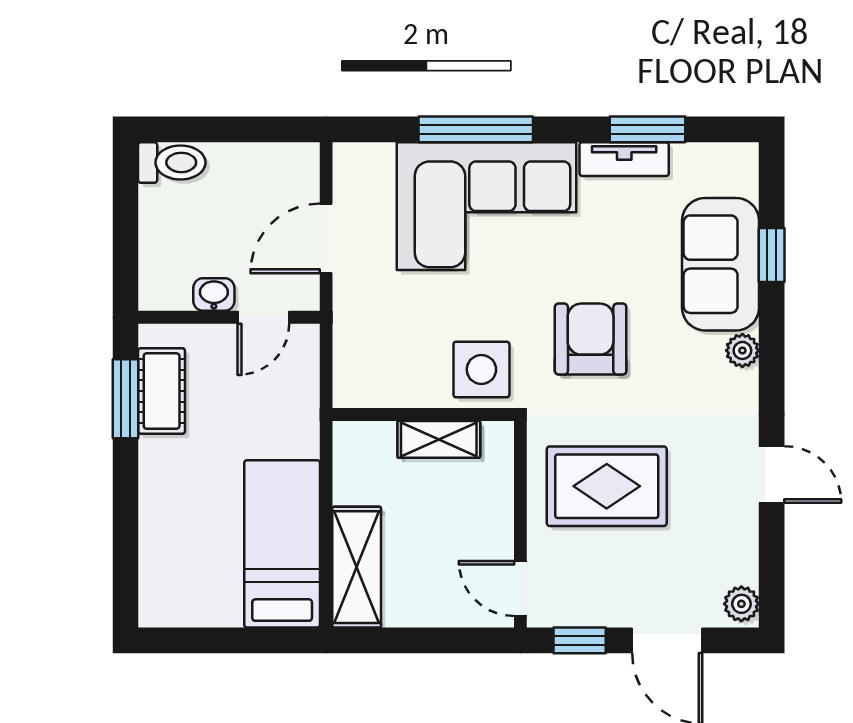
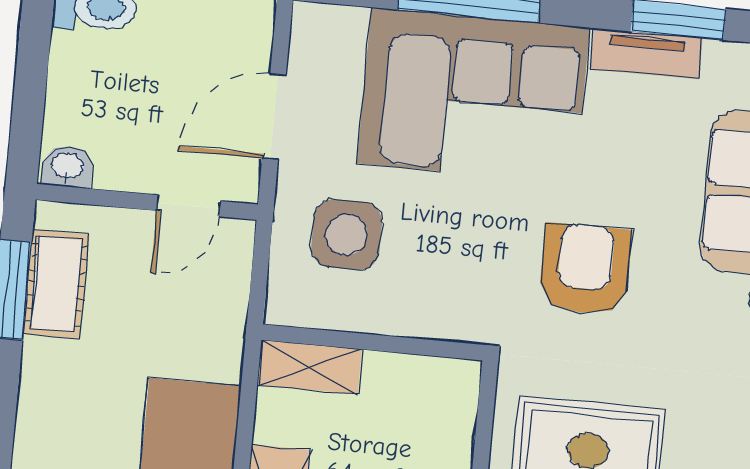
washbasin: (214, 294) -> (67, 167), moved
side table: (481, 370) -> (347, 235), moved
shelving: (439, 439) -> (309, 367), moved

